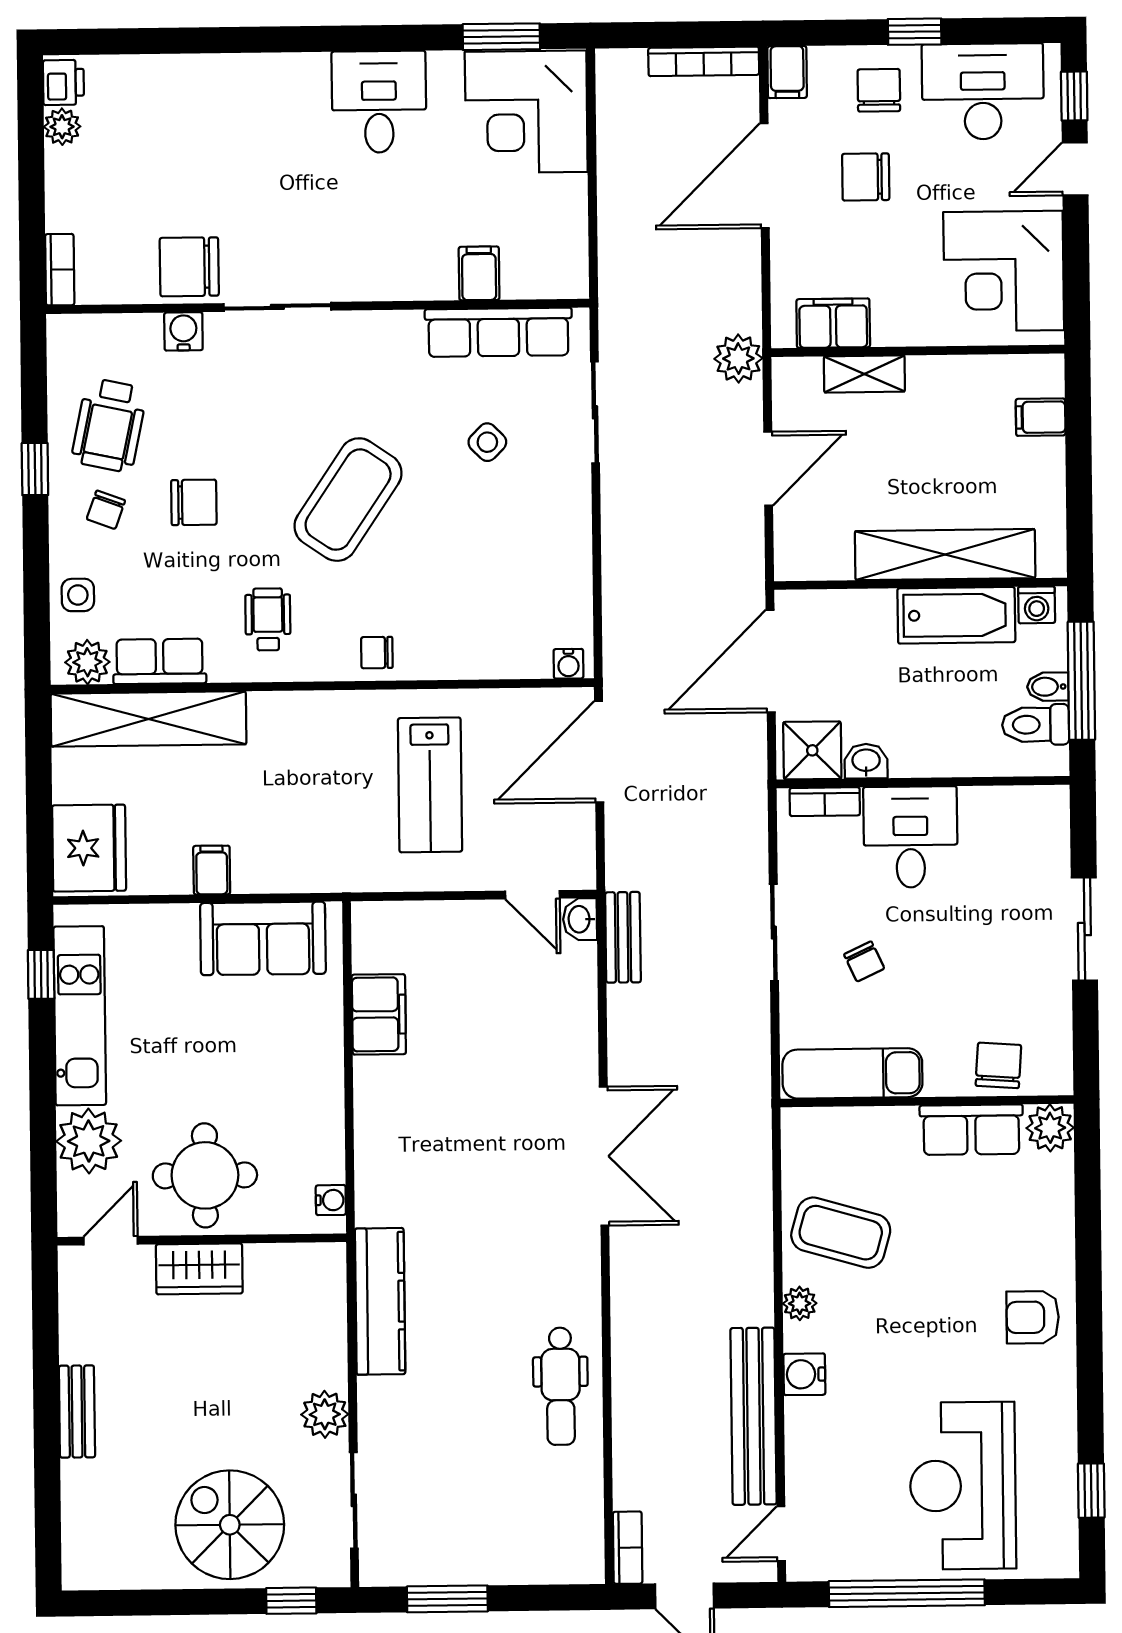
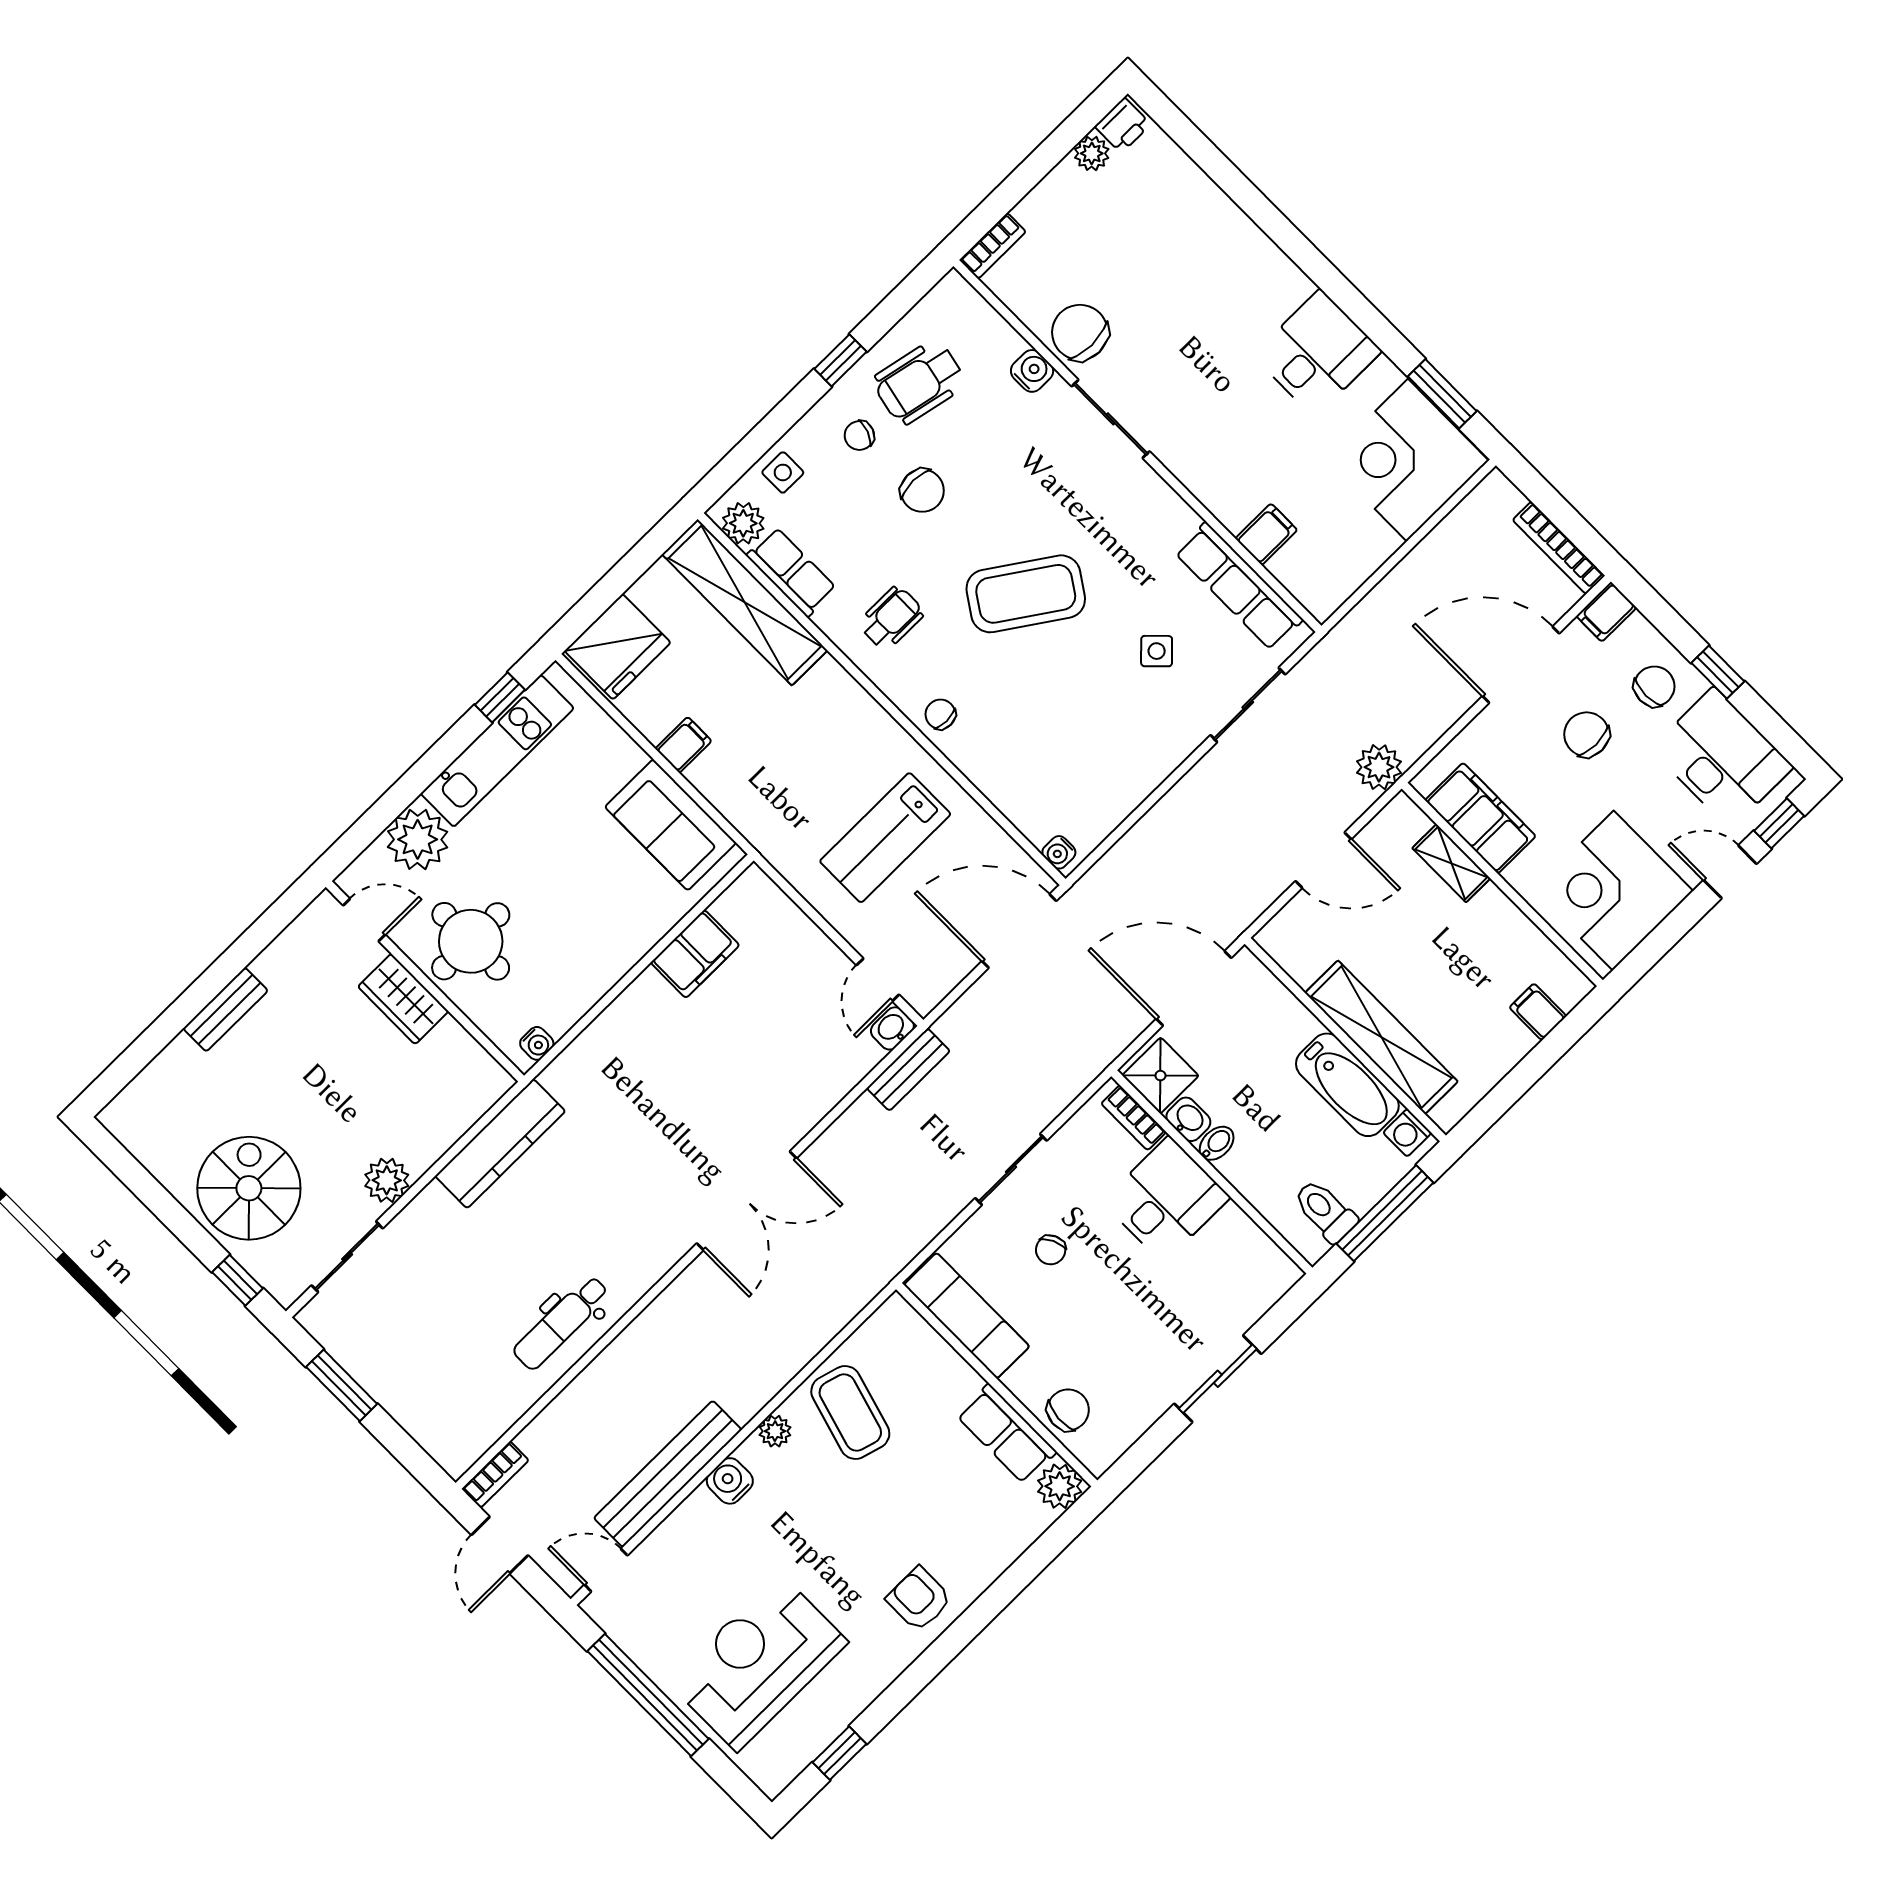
filing cabinet: (833, 323) -> (1480, 818), width x1.50, depth x1.17
bidet: (1048, 687) -> (1217, 1143), moved, turned 90

